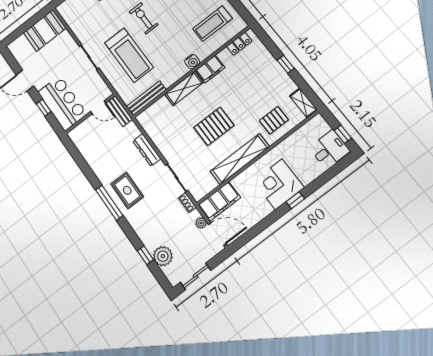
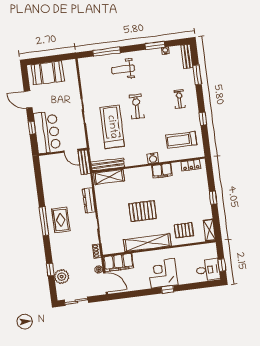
booth: (45, 30) -> (48, 73), moved
treadmill: (129, 55) -> (112, 127), turned 180
shelving: (184, 88) -> (109, 177), moved

